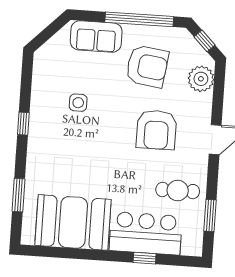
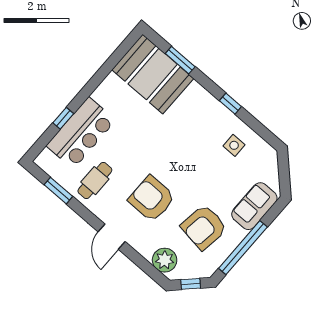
side table: (78, 103) -> (234, 145), moved
booth: (73, 222) -> (153, 74), moved, turned 90

